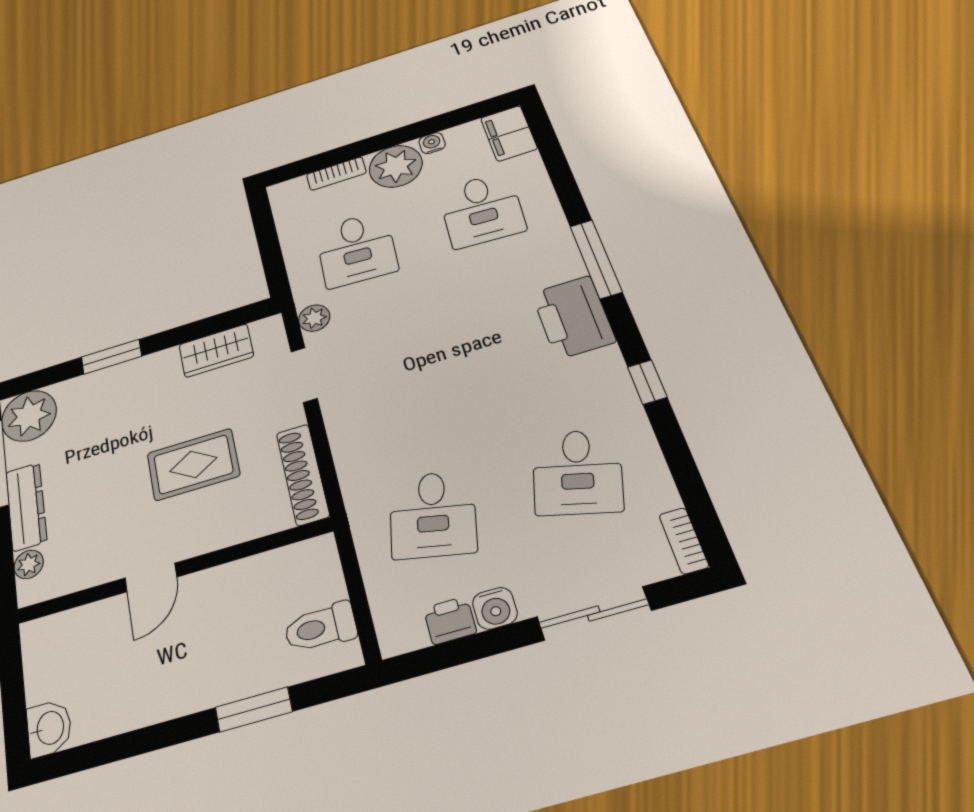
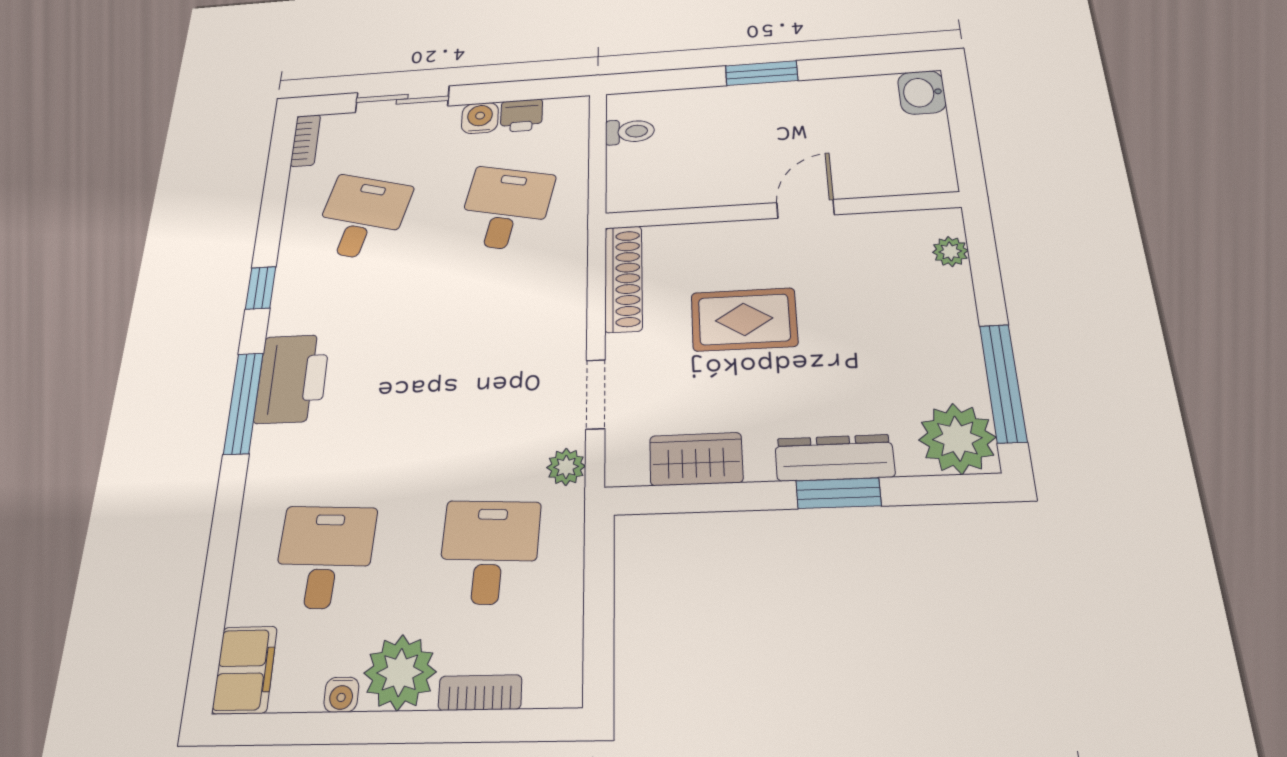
window: (596, 259) -> (243, 403), moved
dresser: (26, 507) -> (834, 458), moved, turned 90
toilet: (320, 627) -> (630, 132), width x0.73, depth x0.72
window: (254, 709) -> (762, 73), moved

